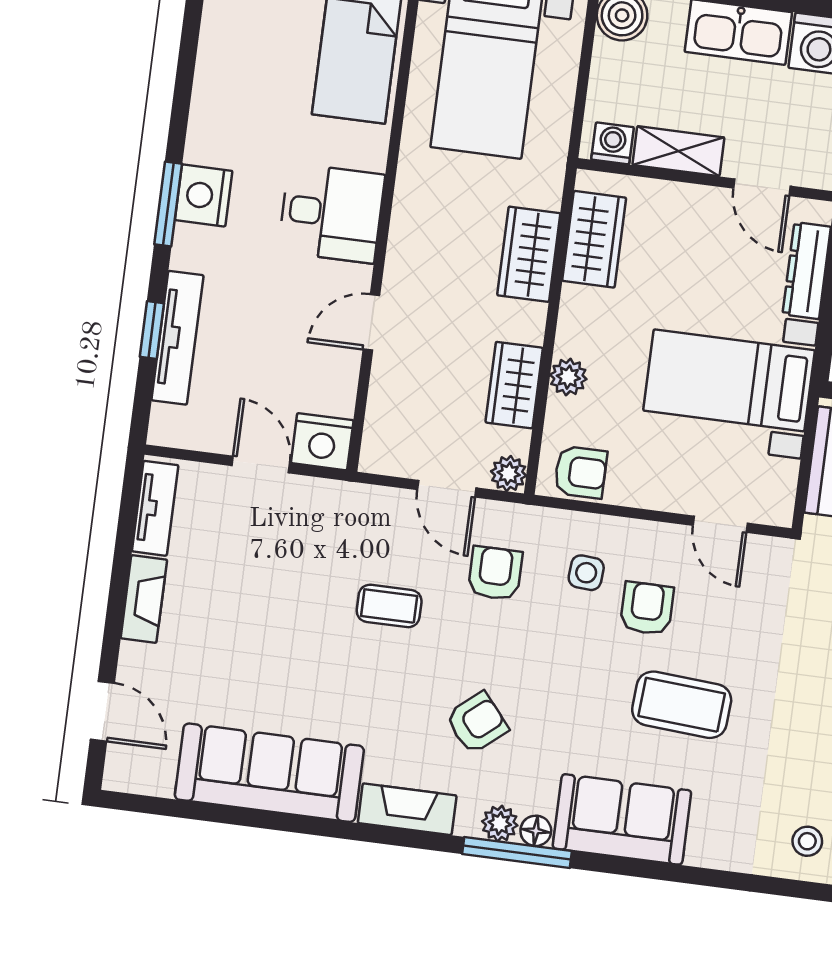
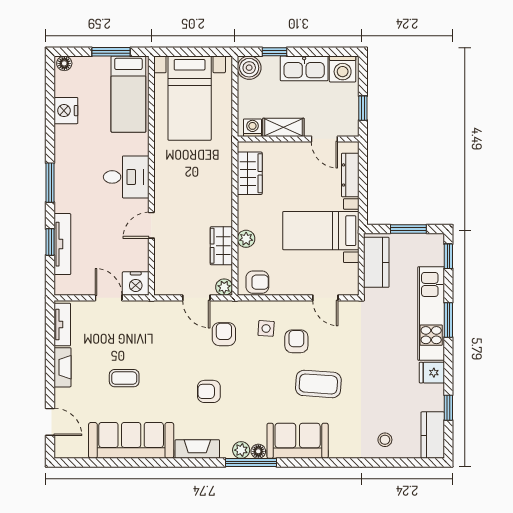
nightstand: (204, 195) -> (66, 111), moved
wardrobe: (529, 254) -> (220, 184), removed
coffee table: (389, 606) -> (124, 378), moved
armchair: (477, 723) -> (209, 391), moved, turned -140

